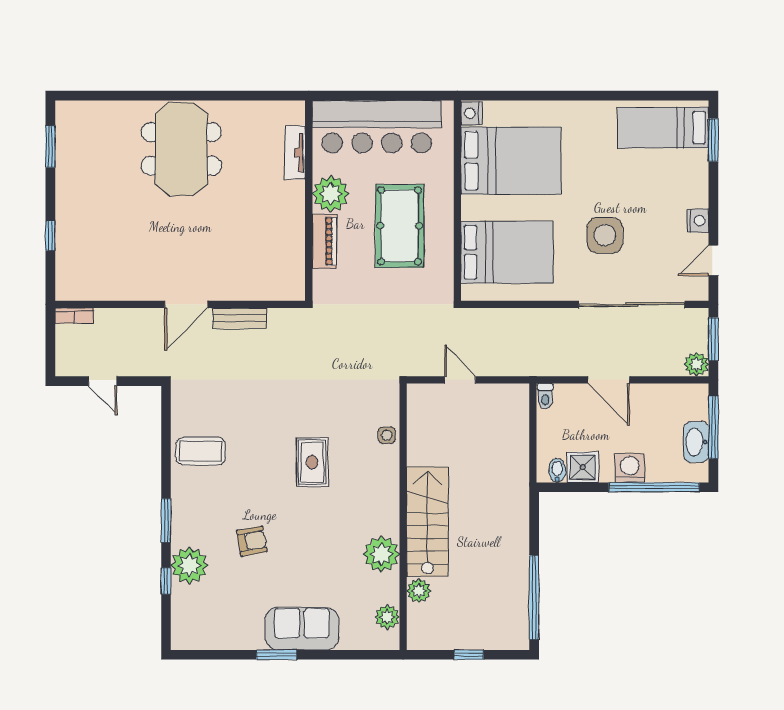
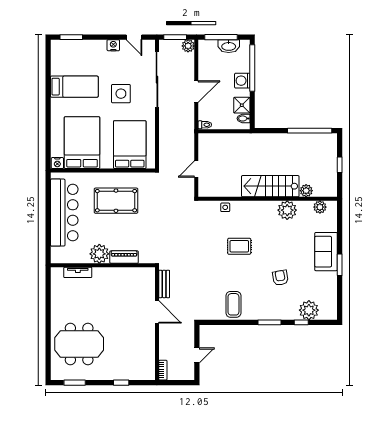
bed: (663, 128) -> (74, 87), moved, turned -90
meeting table: (181, 149) -> (79, 344), moved
tv unit: (295, 153) -> (78, 272), moved
plant: (331, 194) -> (99, 254), moved
wall: (309, 201) -> (103, 265), moved
piano: (324, 241) -> (124, 257), moved
plant: (189, 565) -> (309, 310), moved

